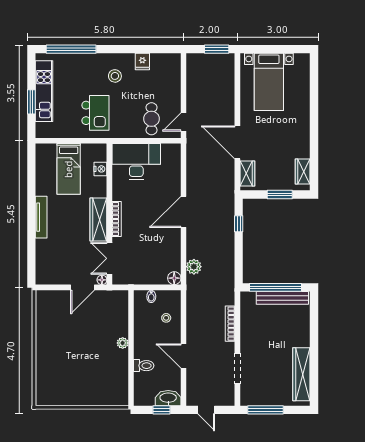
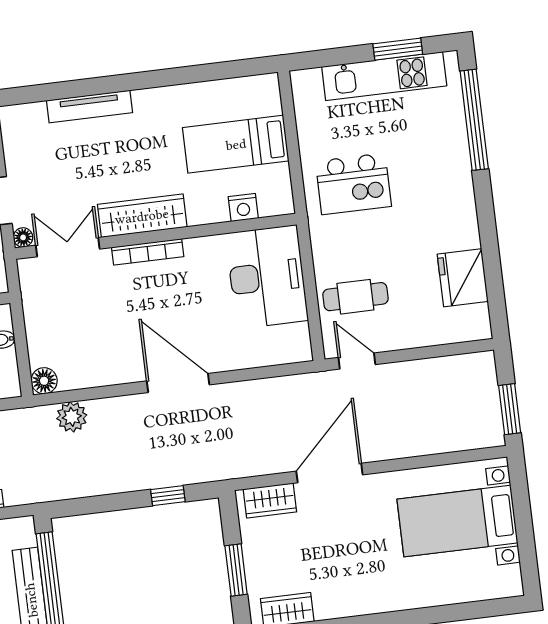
fridge: (142, 62) -> (463, 278), width x1.88, depth x1.34
stool: (115, 76) -> (432, 213), removed
window: (31, 102) -> (398, 49), moved
tv unit: (41, 217) -> (89, 107), moved

